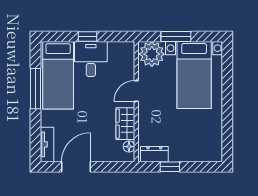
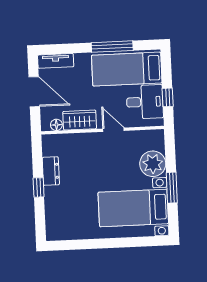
door: (136, 91) -> (113, 130), moved
wall: (136, 102) -> (103, 130), moved
wardrobe: (125, 124) -> (80, 120), moved
floor lamp: (129, 147) -> (56, 125), moved

